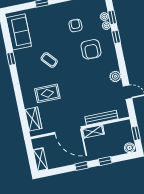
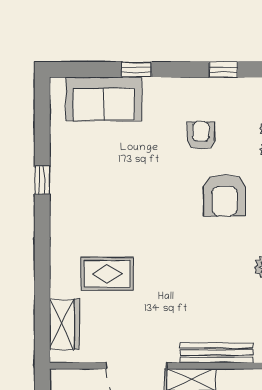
sofa: (19, 32) -> (104, 99), moved, turned 90
coffee table: (49, 60) -> (126, 200), removed

